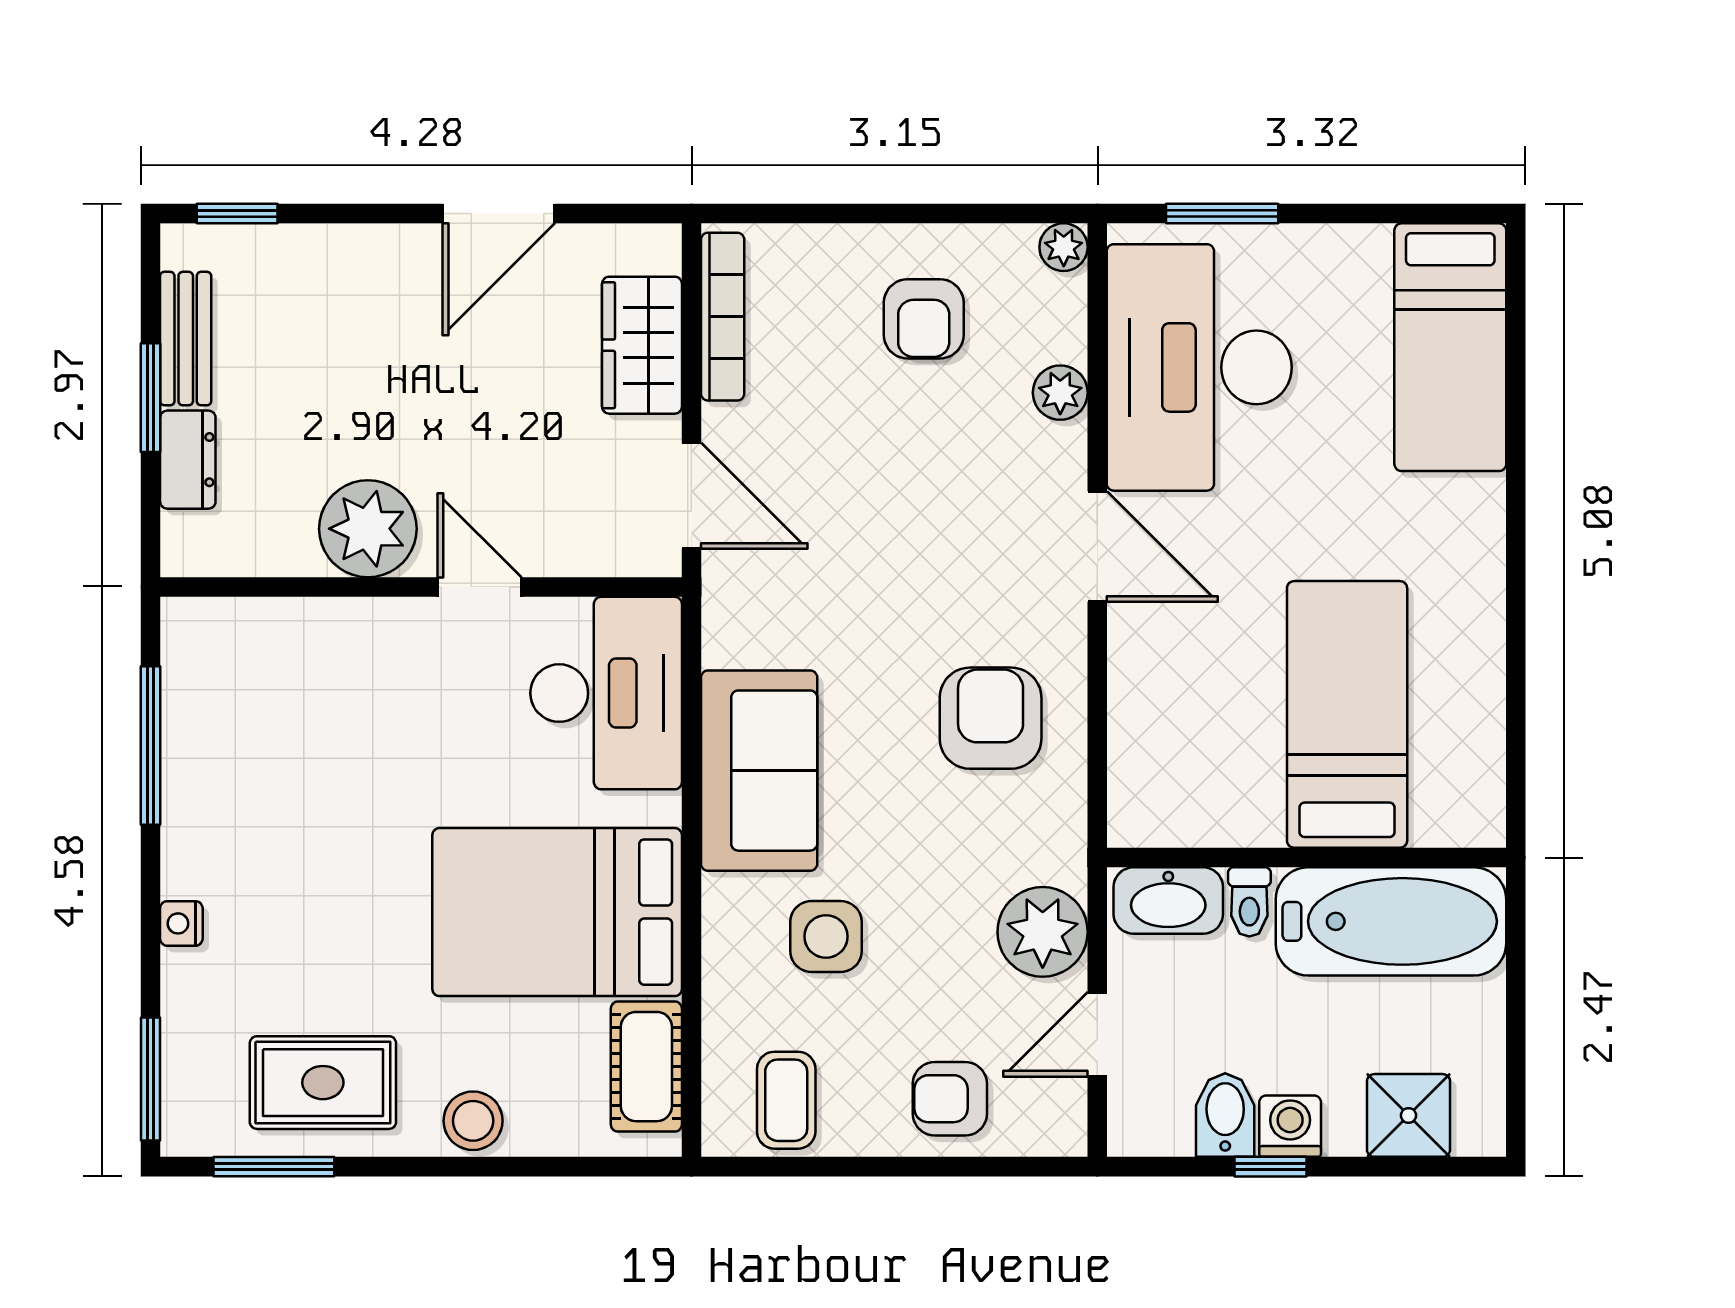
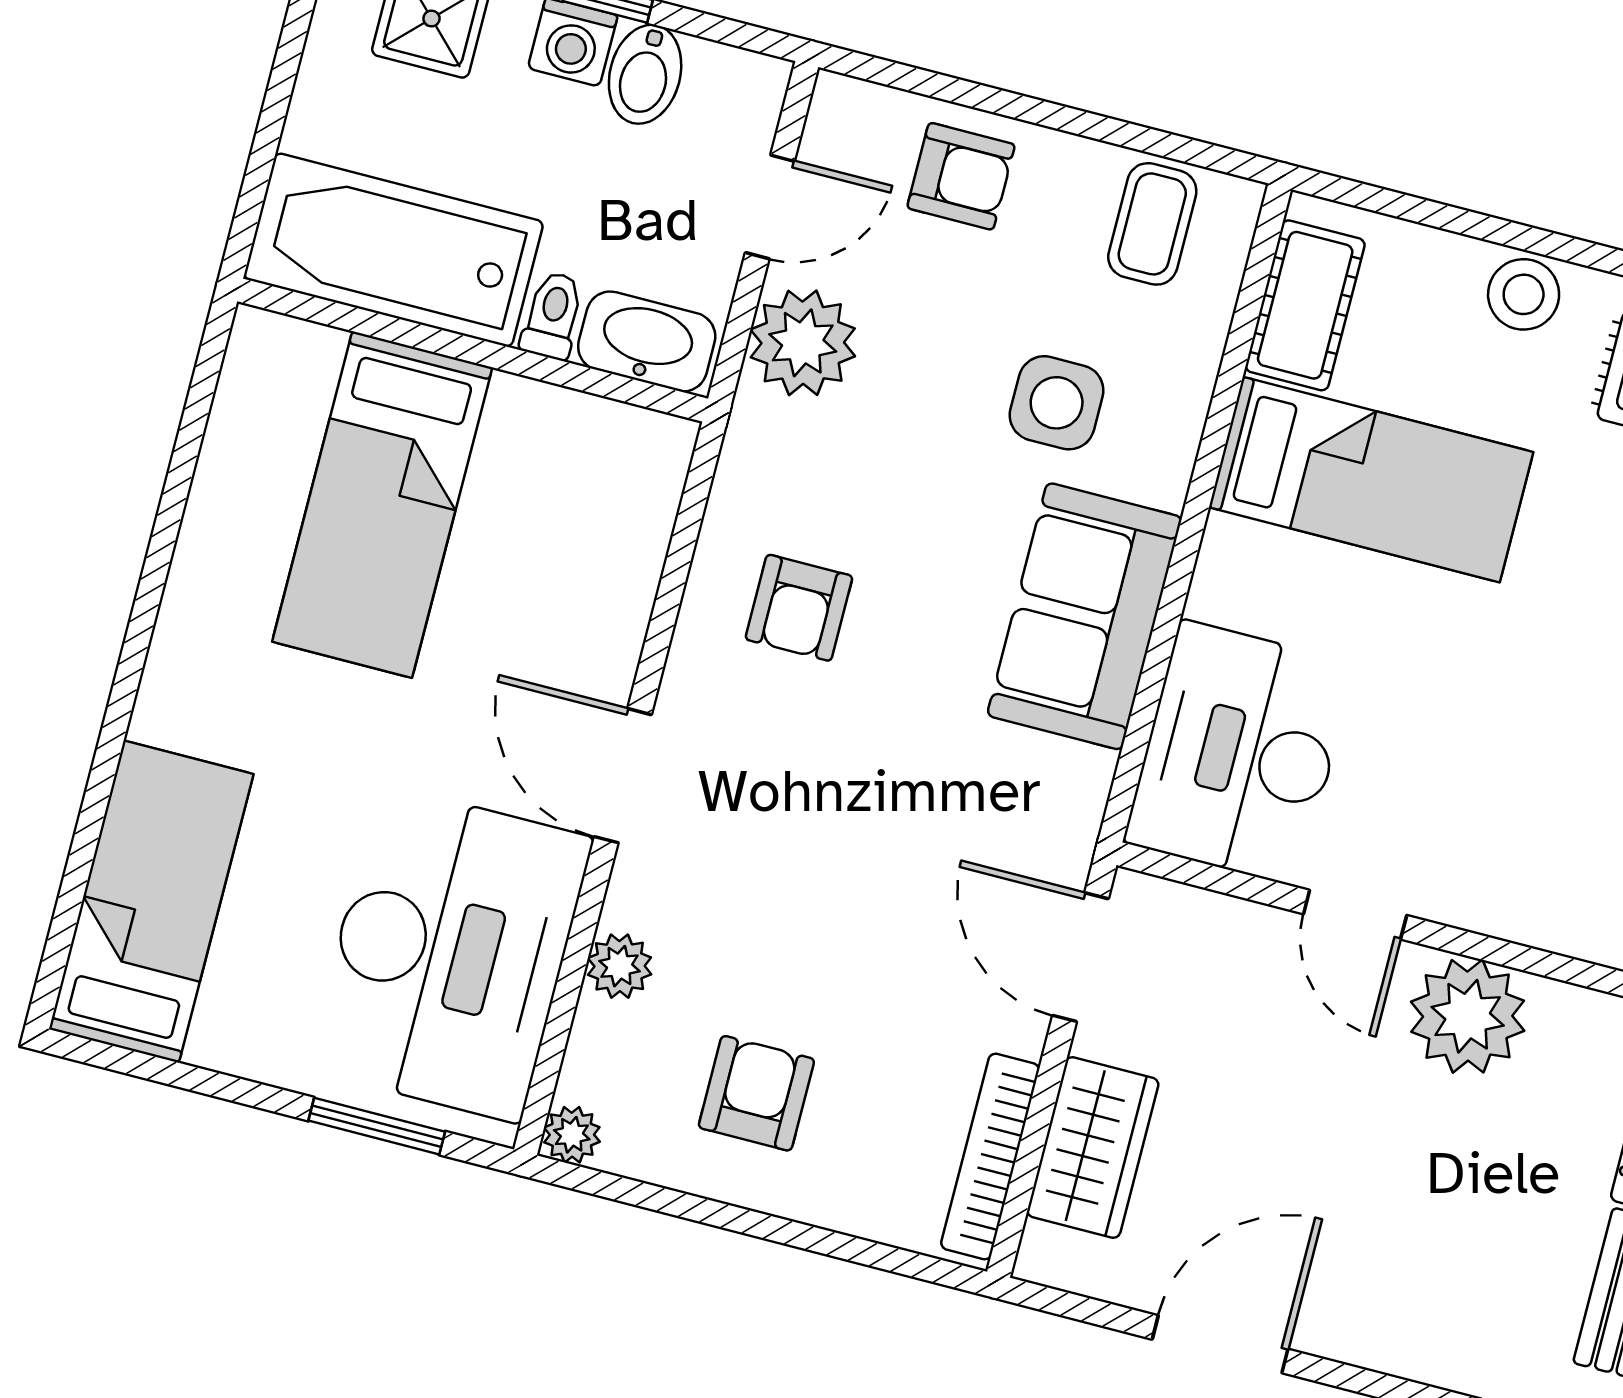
armchair: (991, 718) -> (799, 608), width x0.72, depth x0.72
bed: (557, 912) -> (1371, 480), width x0.67

